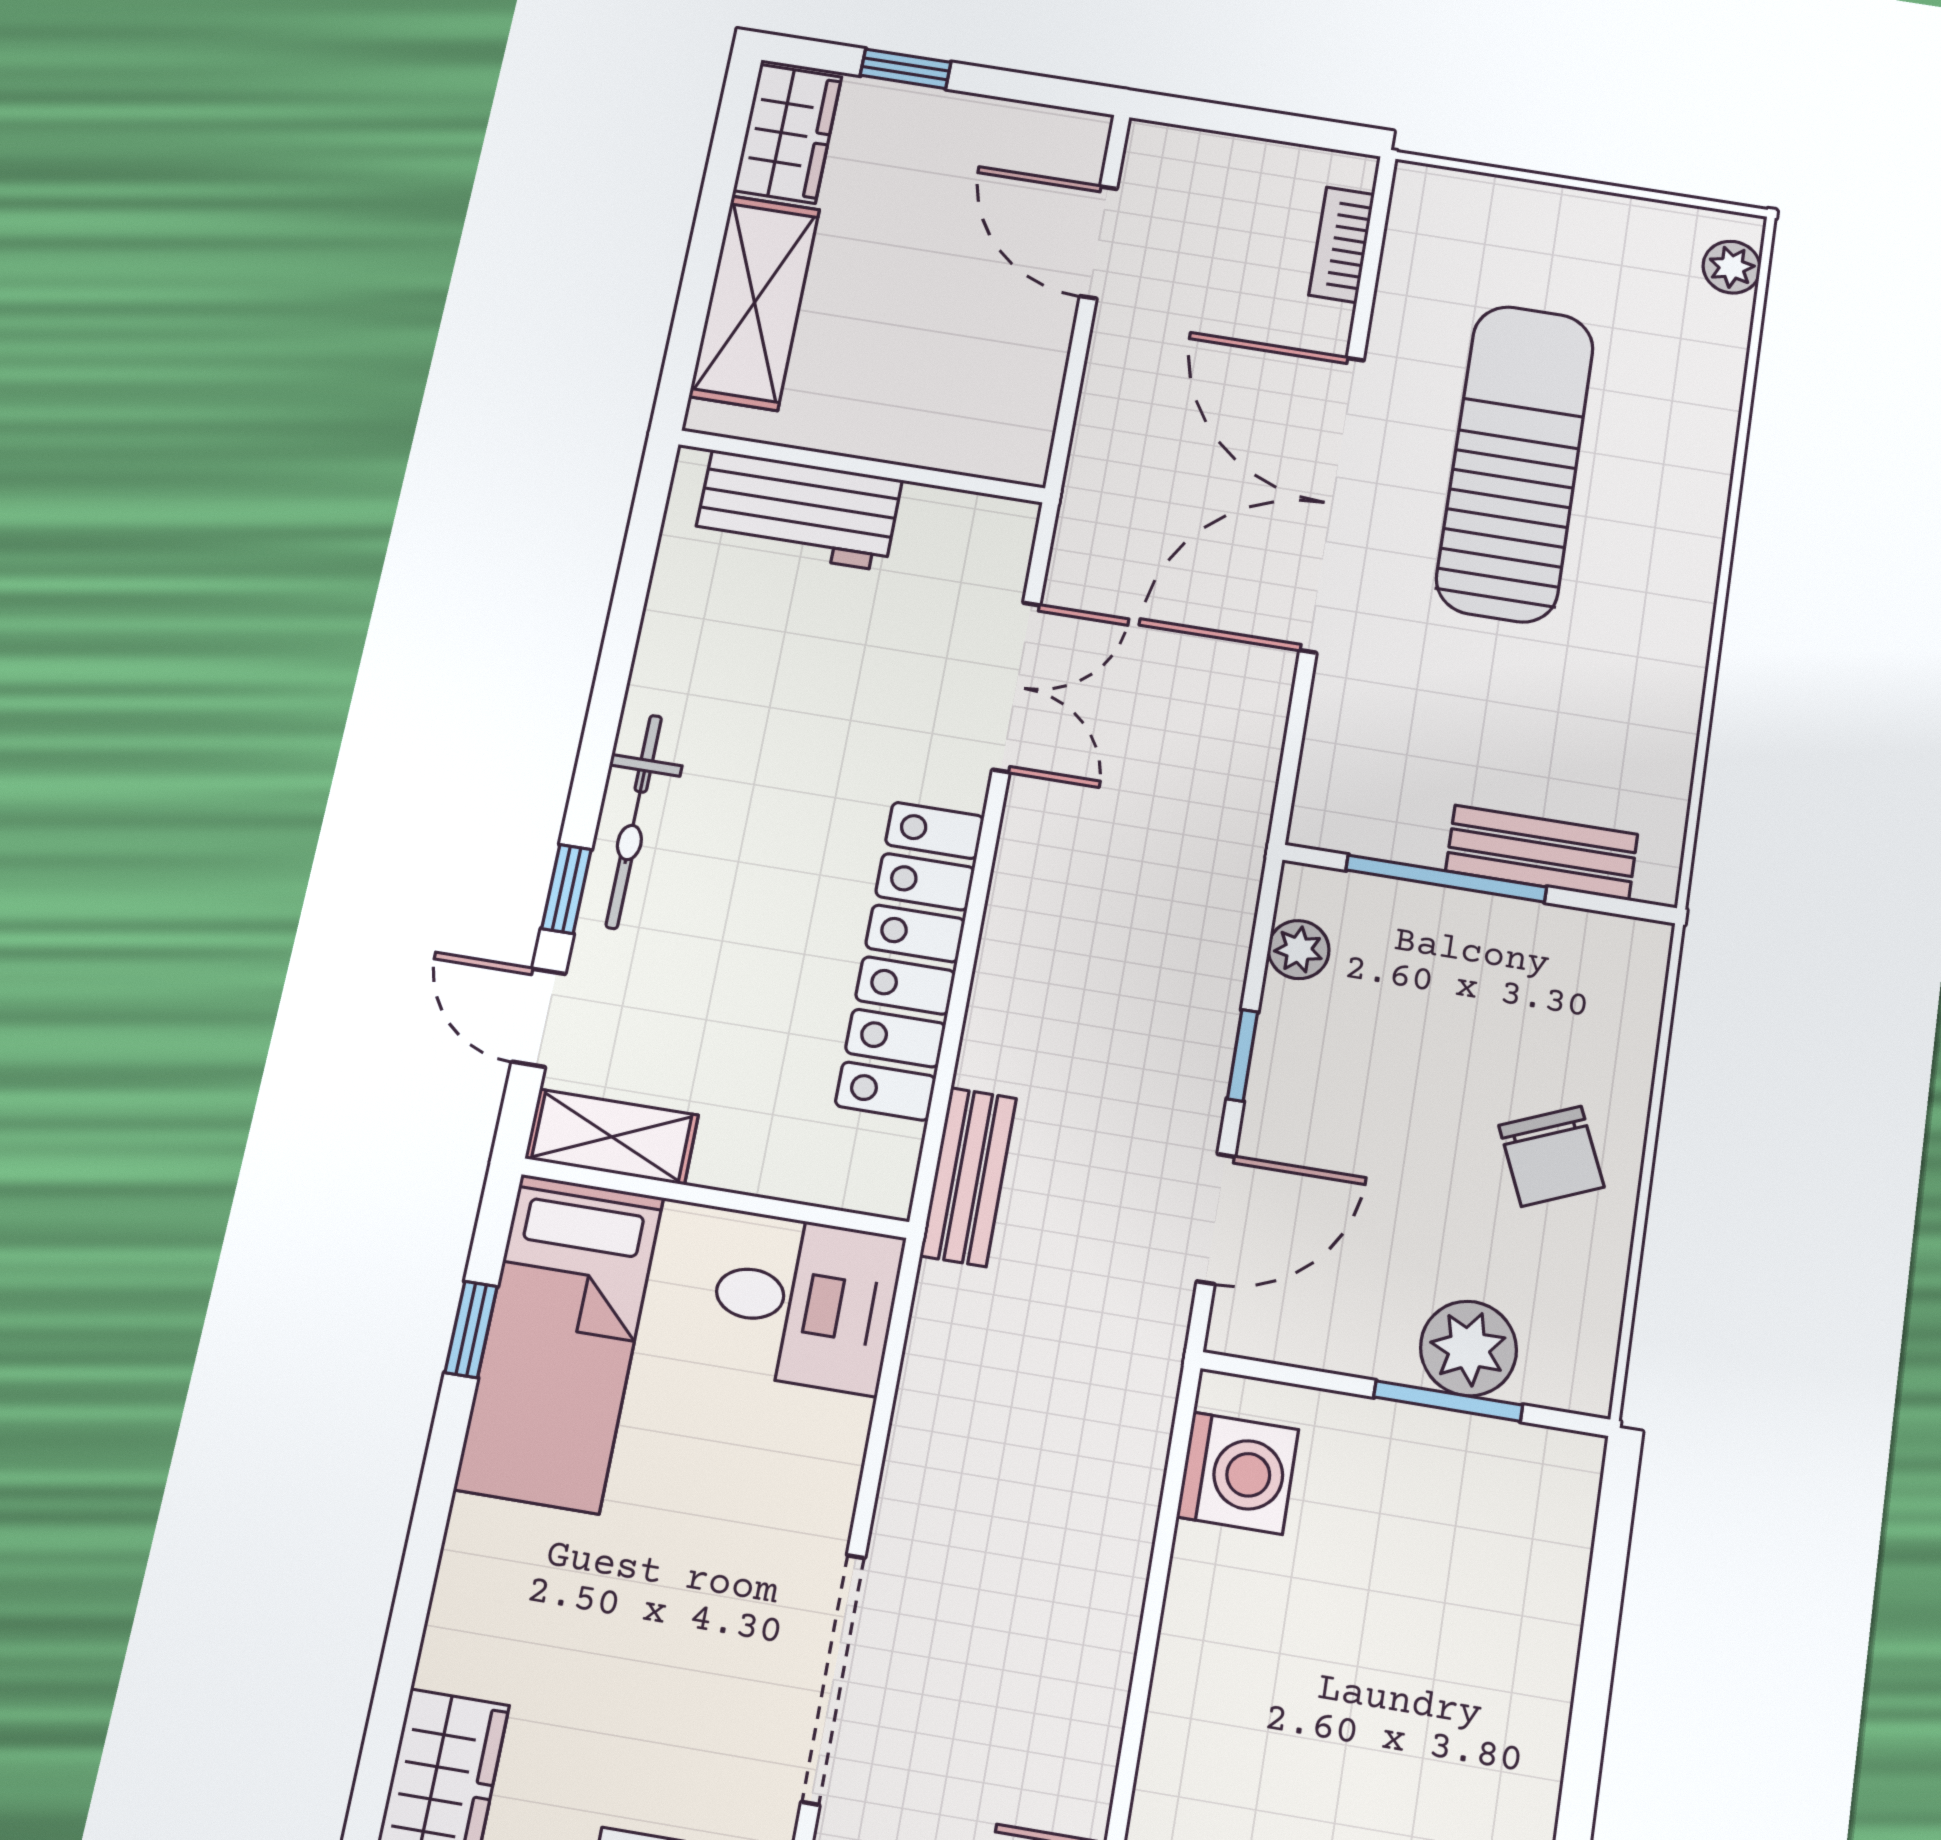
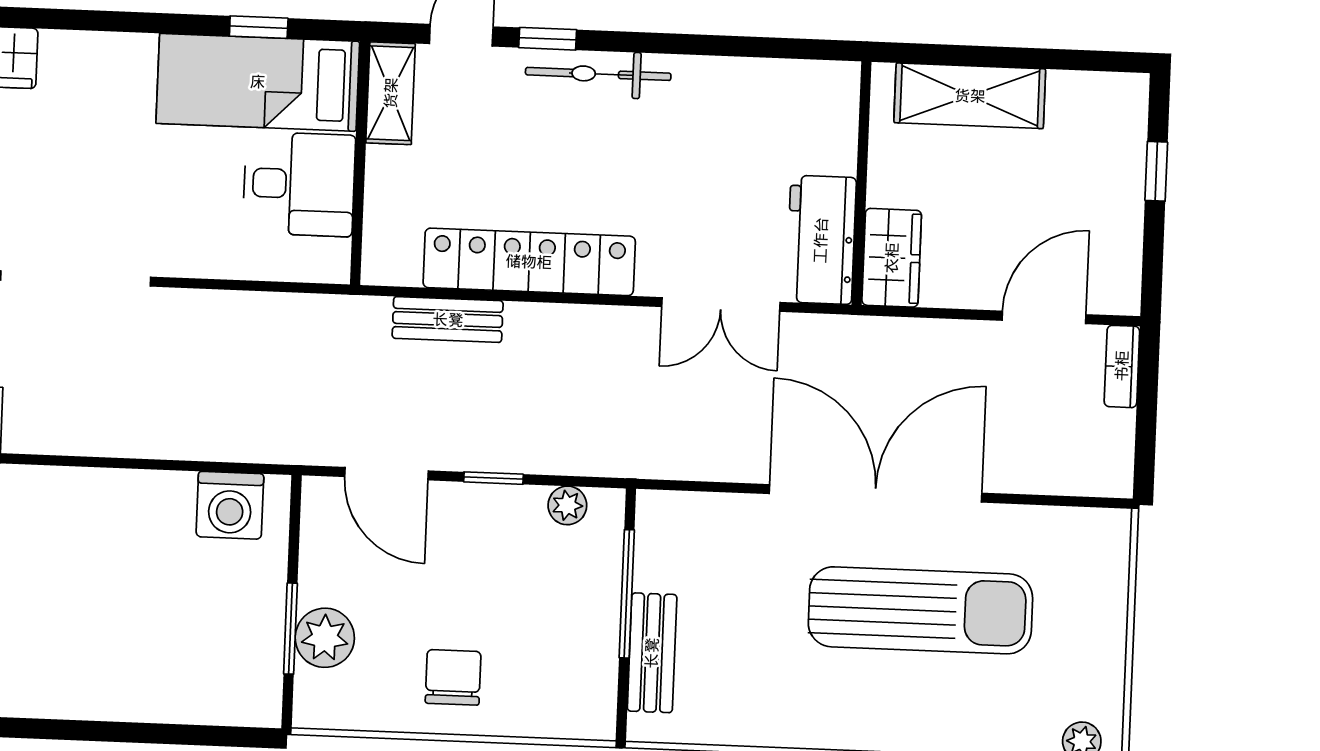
wardrobe: (788, 134) -> (892, 258), moved, turned -90
bookcase: (1342, 245) -> (1122, 366), moved, turned -90
workbench: (798, 510) -> (821, 240), moved
chair: (1551, 1156) -> (453, 677), turned 113
bench: (968, 1177) -> (448, 320), moved
desk: (804, 1303) -> (299, 184), moved, turned -90

